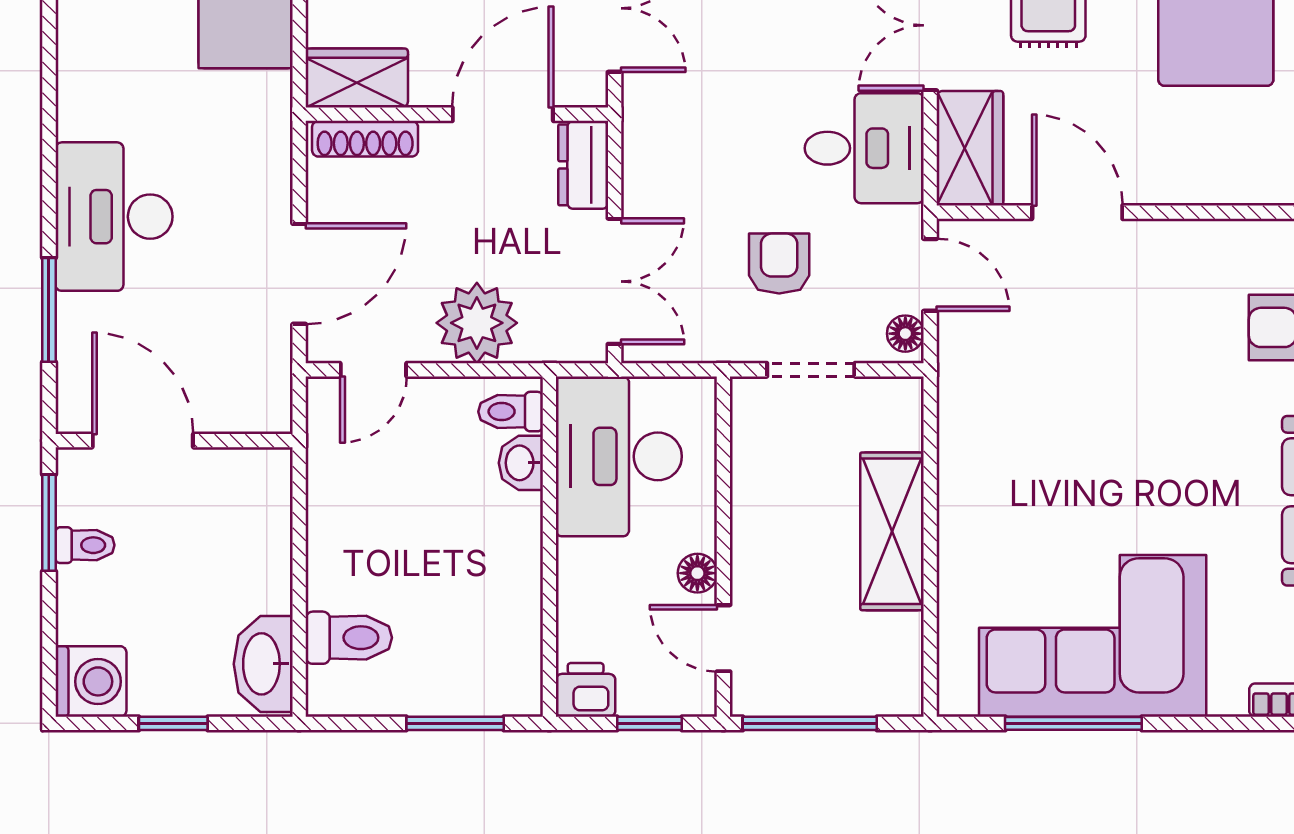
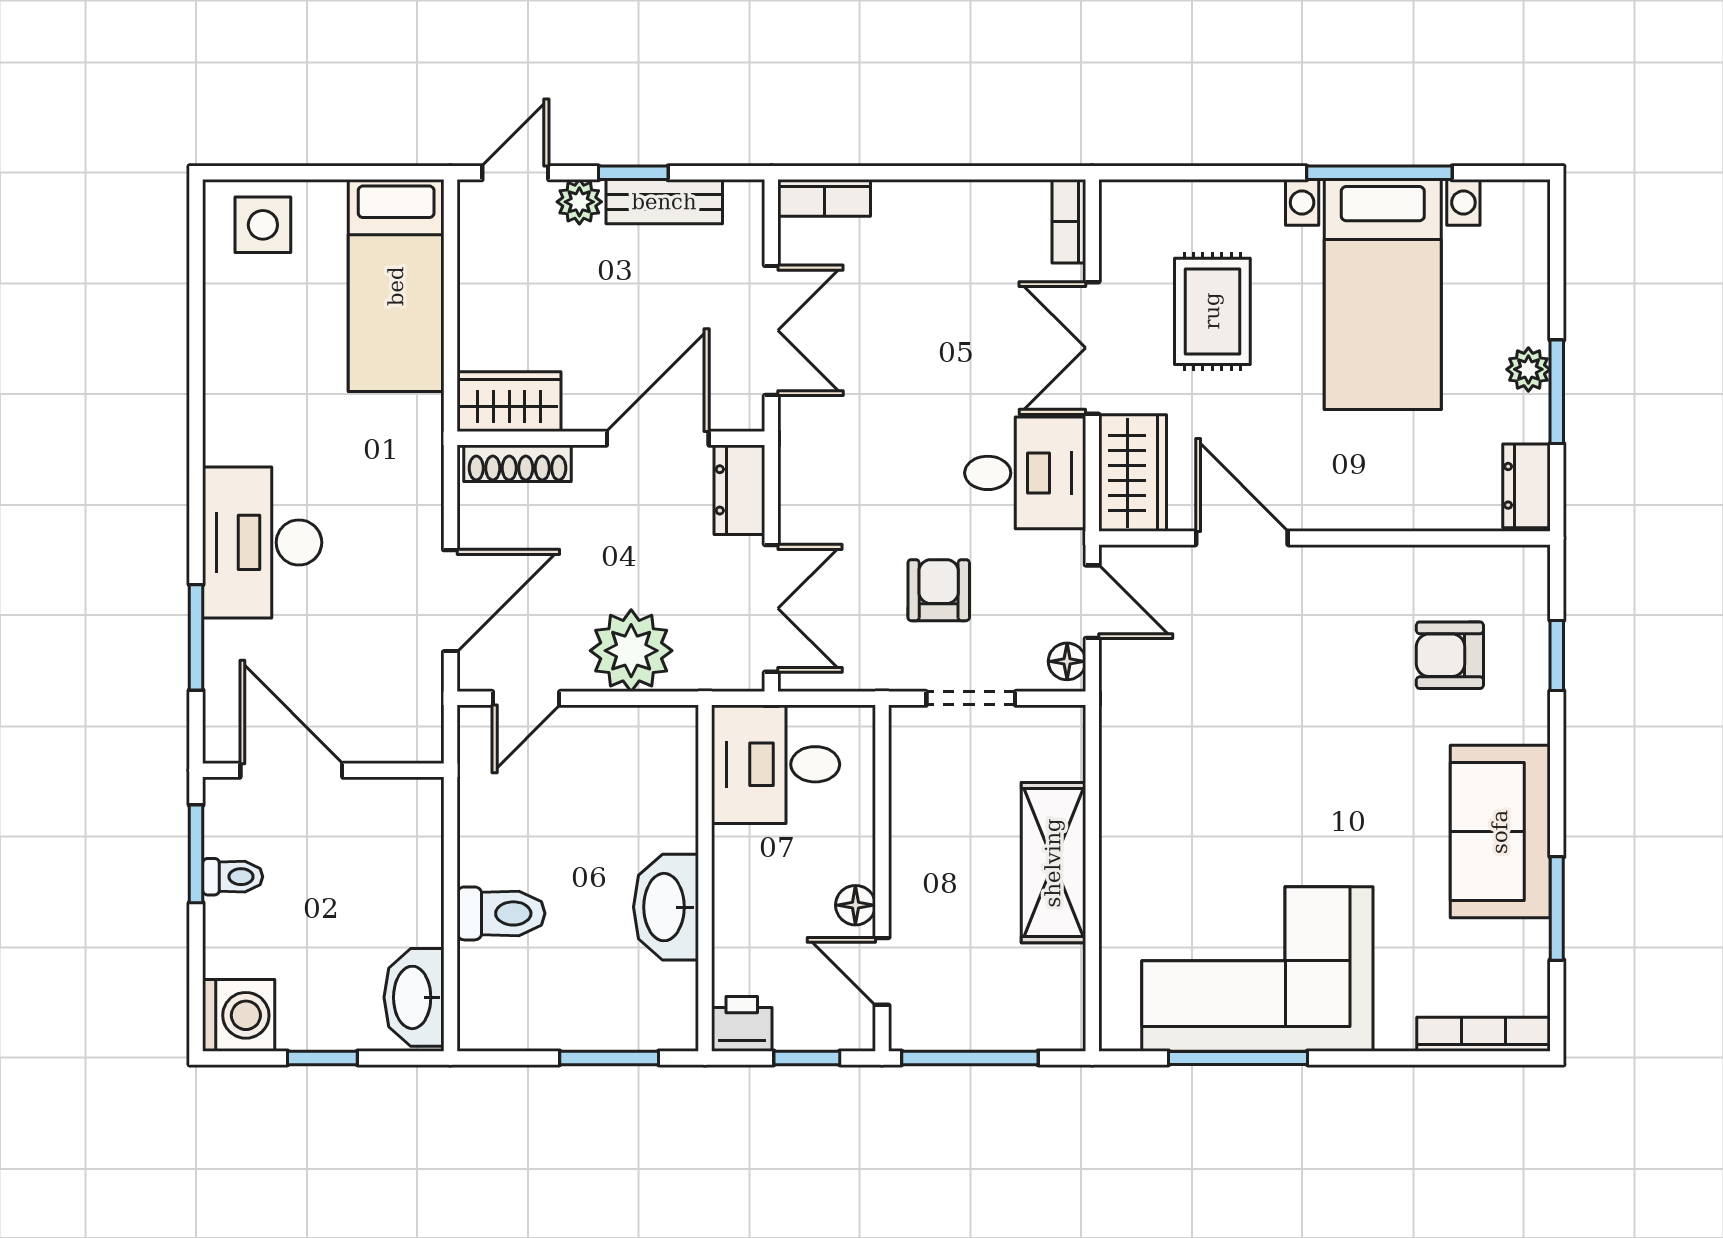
toilet: (511, 412) -> (666, 741), removed
desk: (619, 456) -> (776, 764), width x0.73
washbasin: (521, 463) -> (666, 907), moved, width x1.91, depth x1.45
toilet: (349, 638) -> (501, 913), moved

